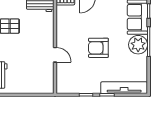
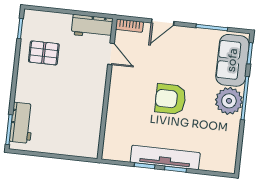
door: (55, 55) -> (111, 54), moved
tv unit: (124, 88) -> (165, 158), moved

